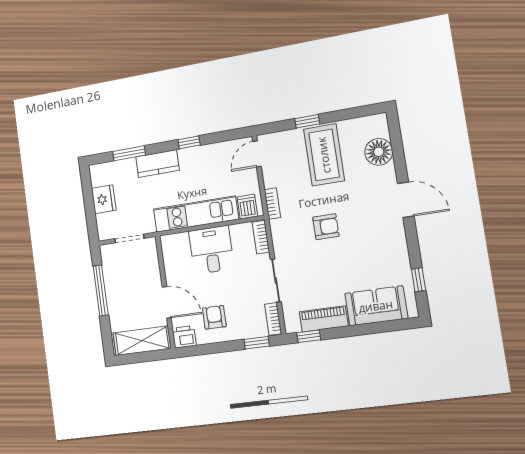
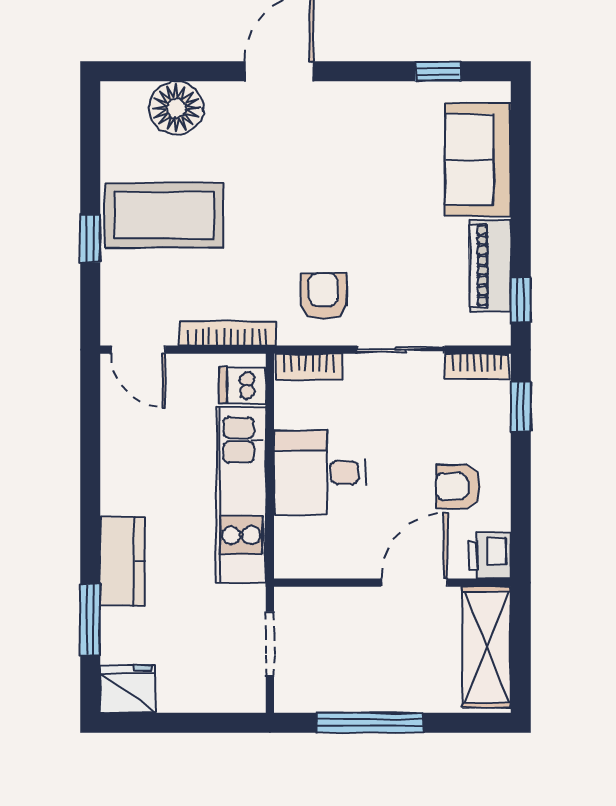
window: (189, 142) -> (90, 487), removed
fridge: (104, 199) -> (128, 689), moved
bookcase: (272, 204) -> (227, 333), width x1.56
armchair: (326, 227) -> (323, 296), moved

